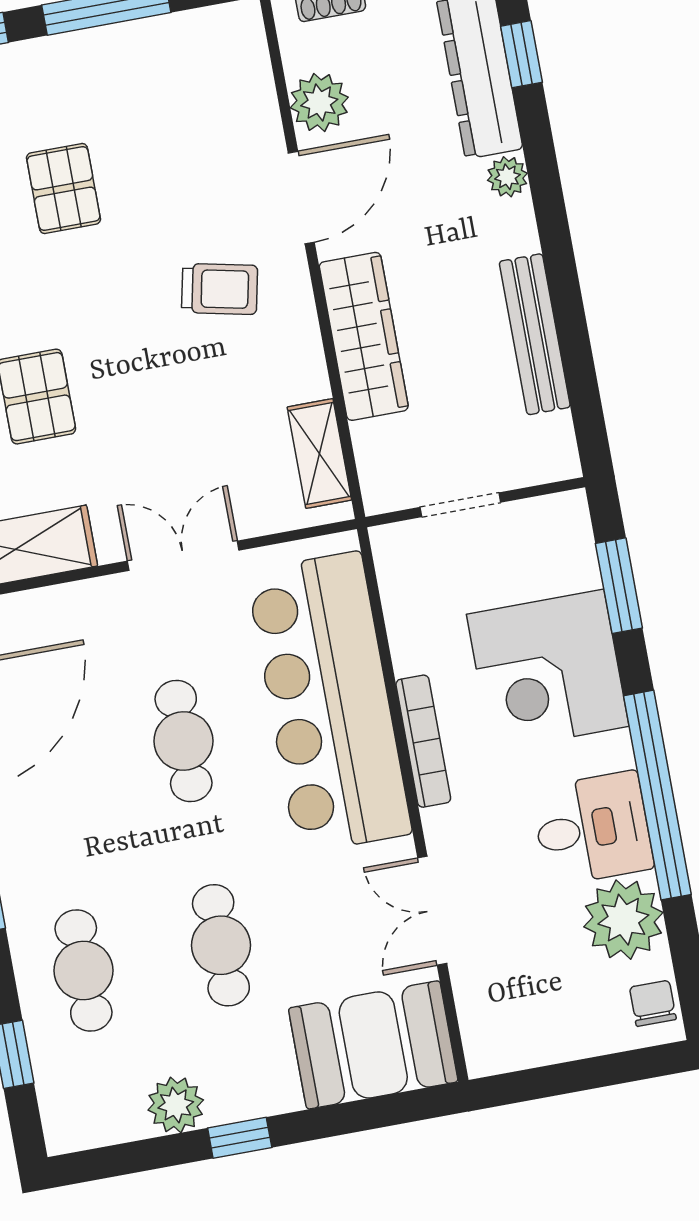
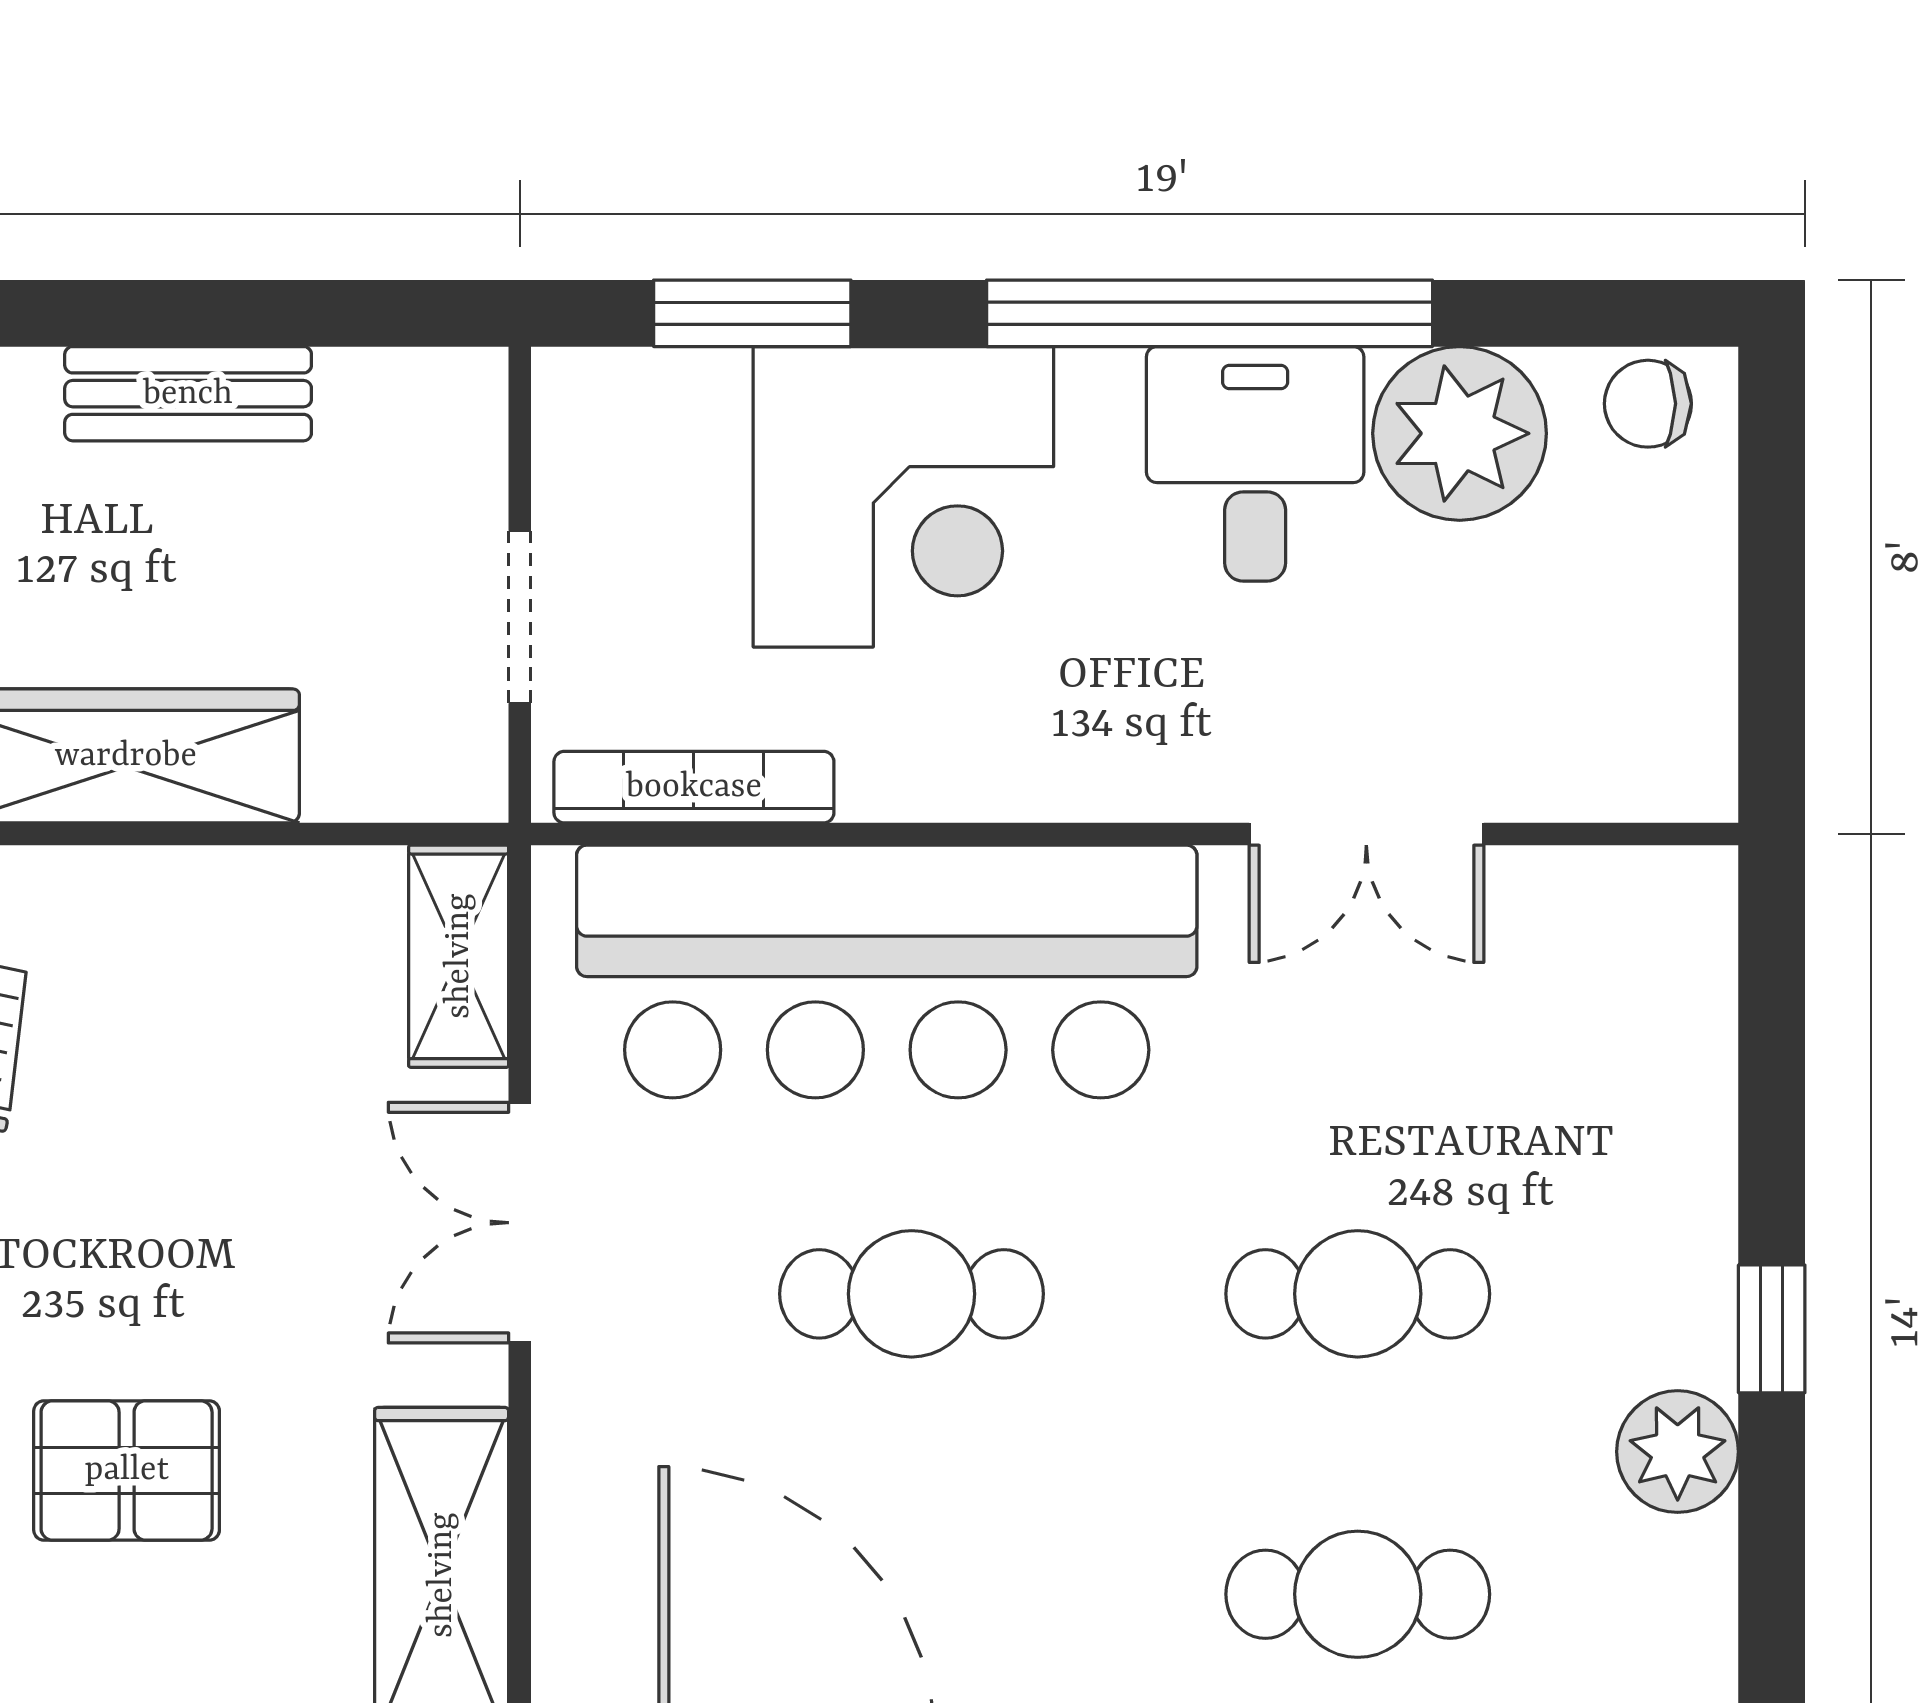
bench: (535, 334) -> (188, 394), width x0.73
shelving: (319, 454) -> (459, 956), moved, turned 90
bookcase: (423, 741) -> (694, 787), moved
booth: (373, 1045) -> (1627, 1011), removed

